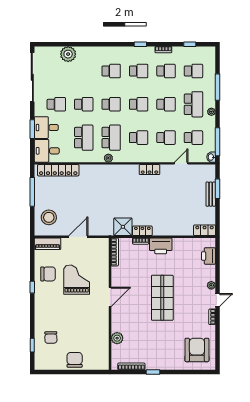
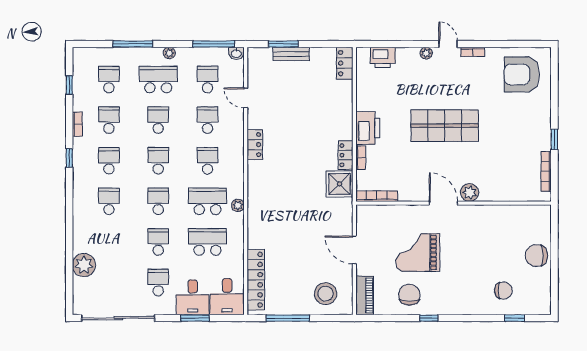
plant: (117, 338) -> (470, 193), moved

